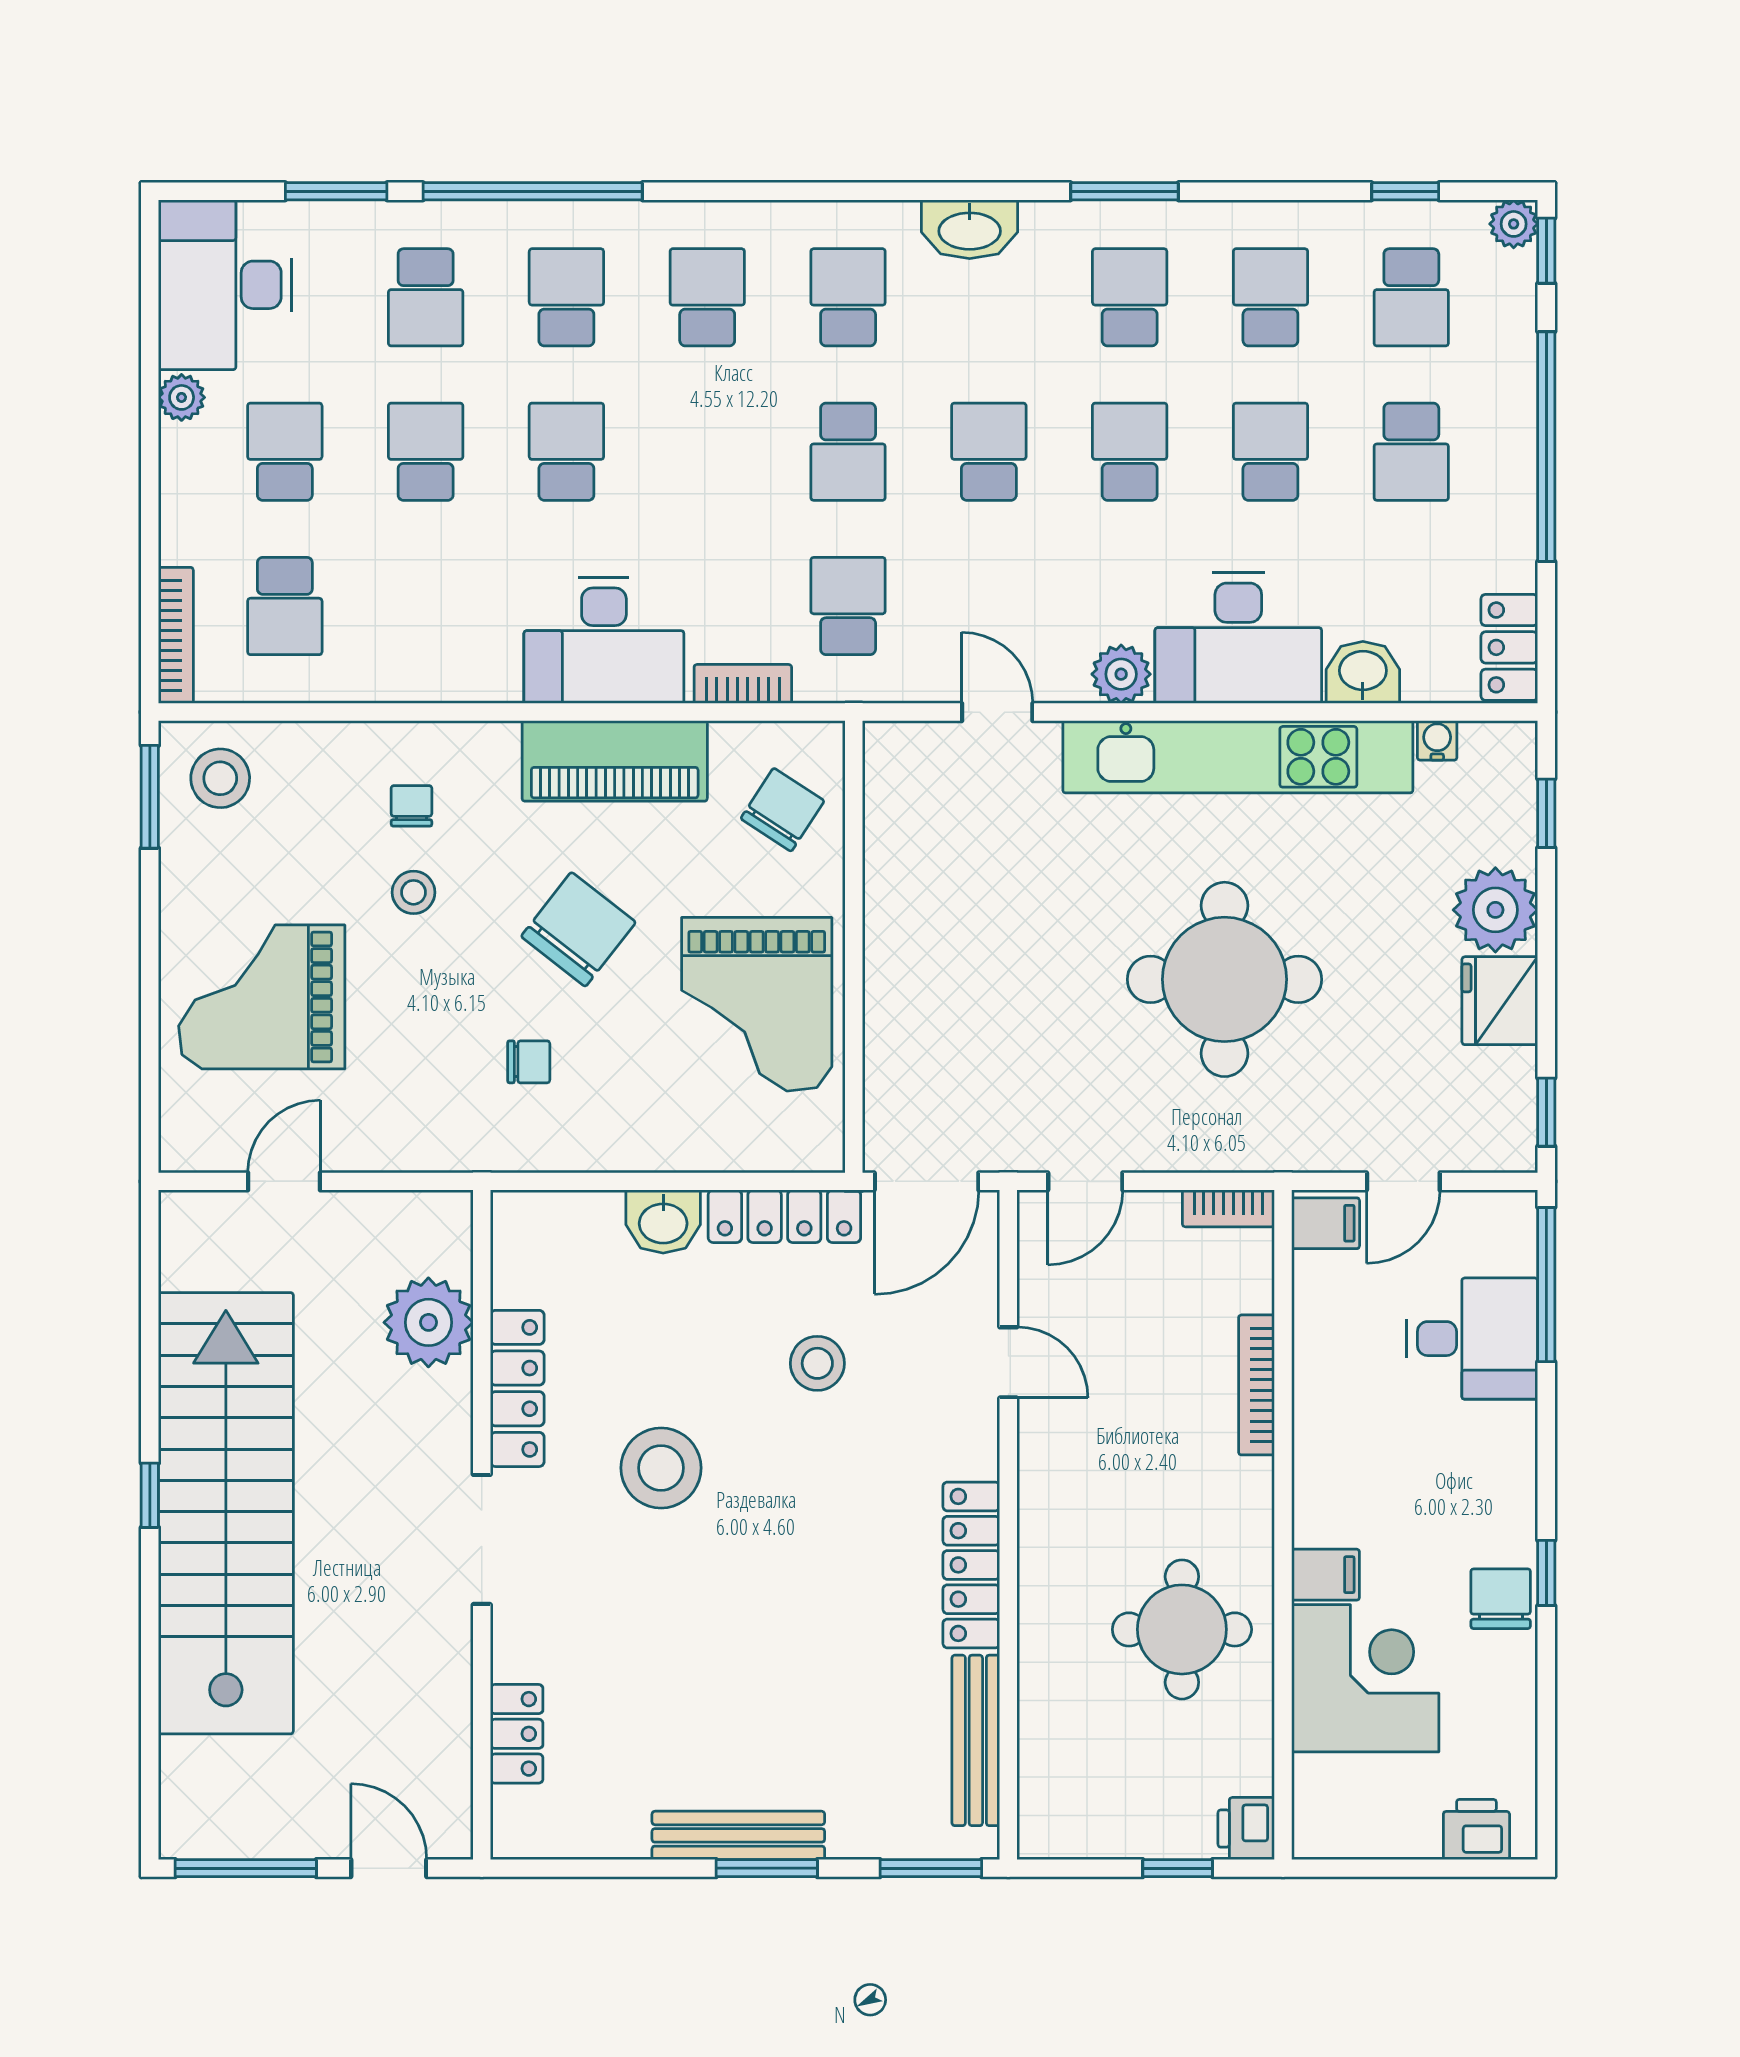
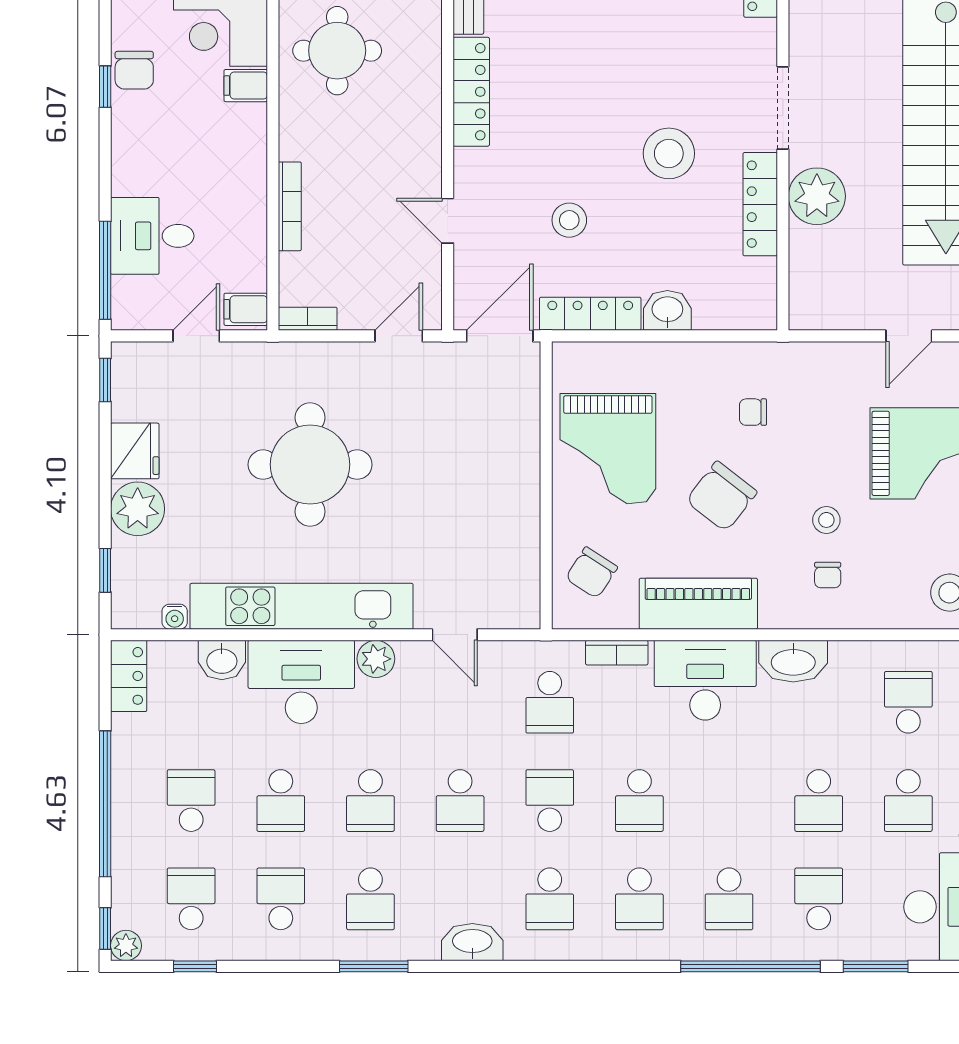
school desk: (1270, 297) -> (281, 899), turned 180
school desk: (566, 452) -> (639, 801), moved
washbasin: (466, 671) -> (793, 661), added
grand piano: (757, 1004) -> (608, 449), turned 180
plant: (428, 1322) -> (817, 196), moved

